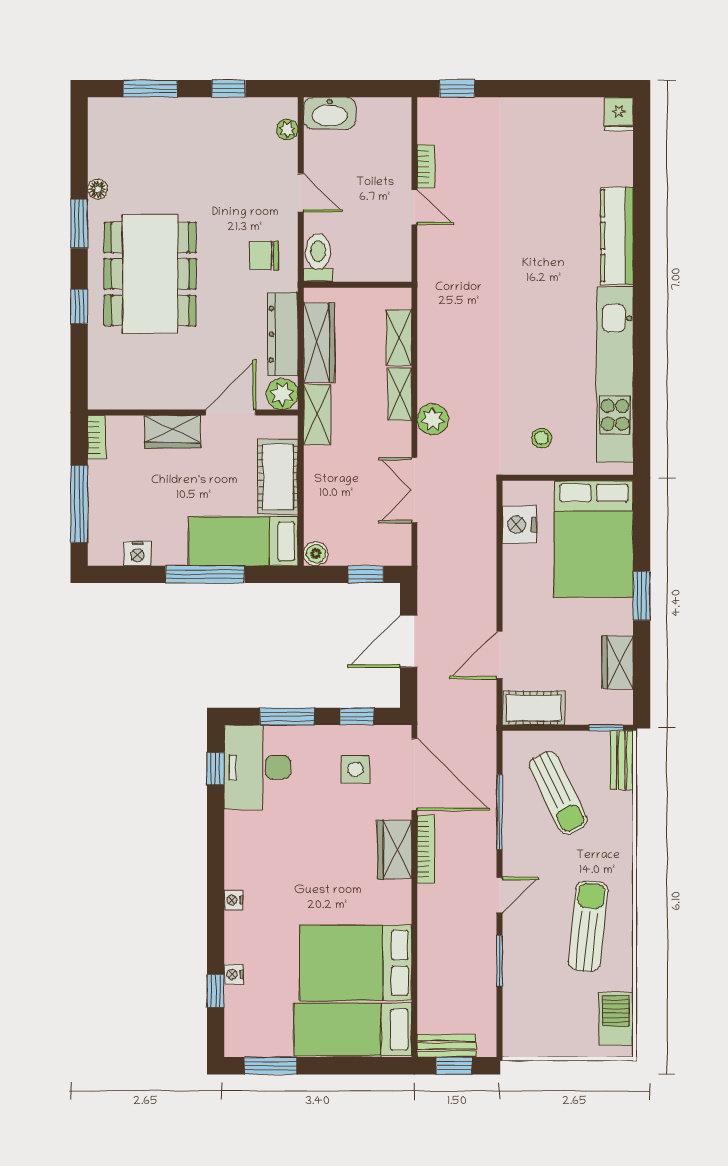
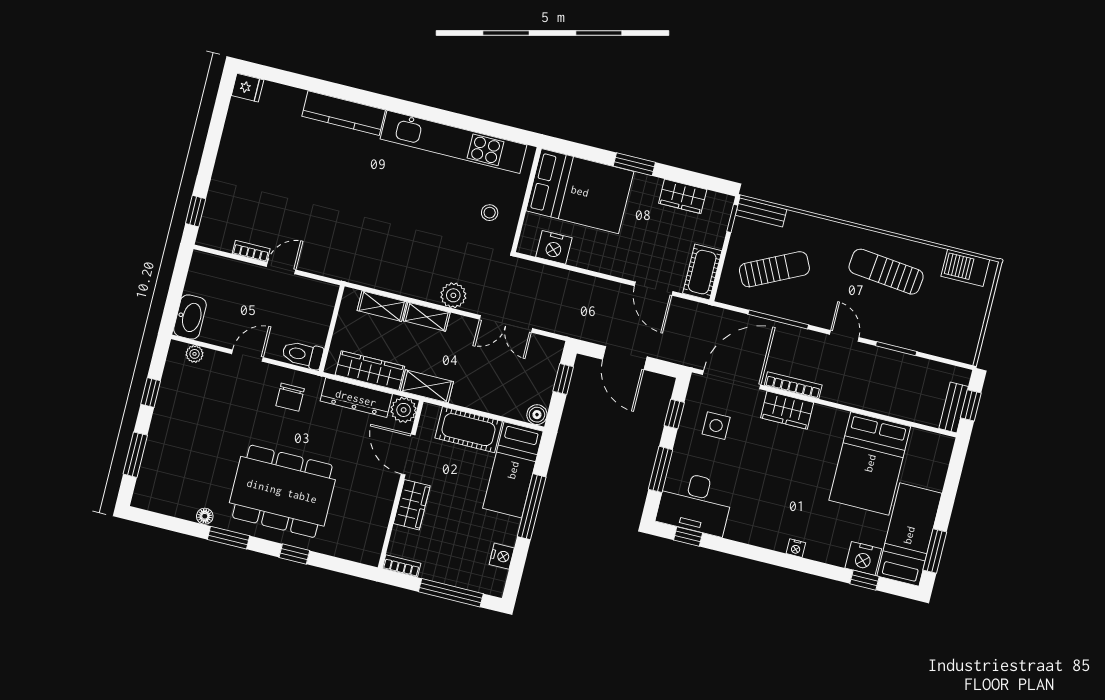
nightstand: (233, 974) -> (863, 558), width x1.89, depth x1.79
bed: (353, 1029) -> (909, 535), moved, turned 180

